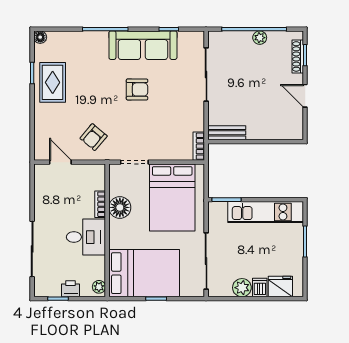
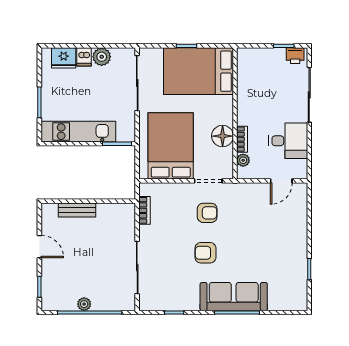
floor lamp: (40, 37) -> (301, 304), removed
sofa: (143, 45) -> (234, 297), moved
shoe rack: (298, 56) -> (47, 285), removed
rug: (53, 82) -> (289, 260), removed
bench: (227, 133) -> (77, 210), moved
armchair: (94, 137) -> (207, 213), moved, turned 50
bookcase: (199, 146) -> (144, 210), moved
door: (60, 162) -> (281, 181), hinge flipped
desk: (86, 237) -> (288, 141), moved, turned 180
plant: (99, 287) -> (243, 160), moved
printer: (71, 289) -> (295, 56), moved

